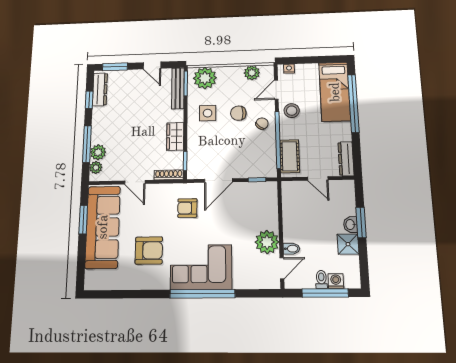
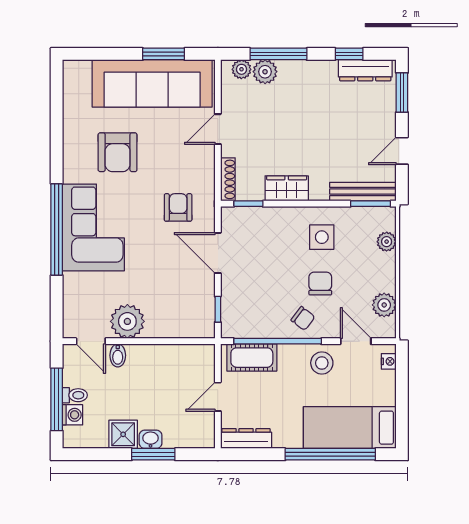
plant: (205, 78) -> (387, 242), width x0.53, depth x0.53

